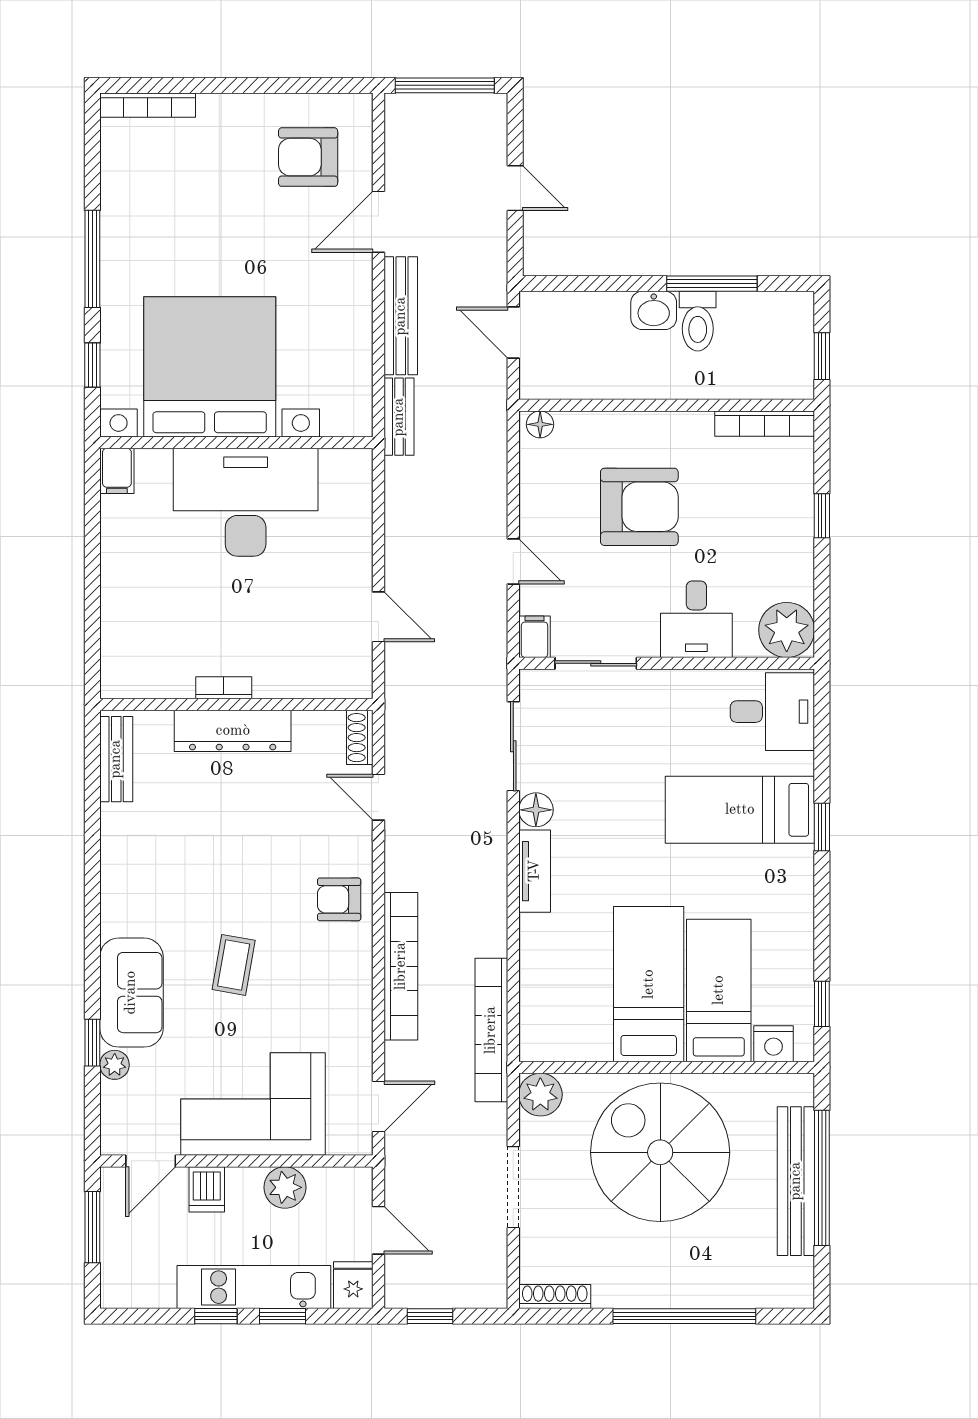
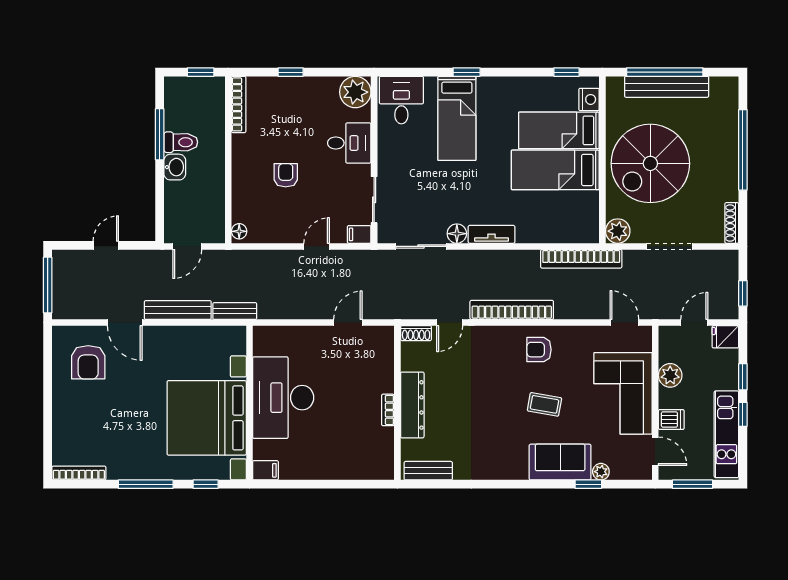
bookcase: (148, 105) -> (79, 473), moved, turned -90
armchair: (639, 507) -> (286, 175), width x0.53, depth x0.53
armchair: (339, 899) -> (539, 350), moved, turned 90
bookcase: (401, 966) -> (512, 310), moved
kitchen unit: (254, 1287) -> (726, 434), moved

